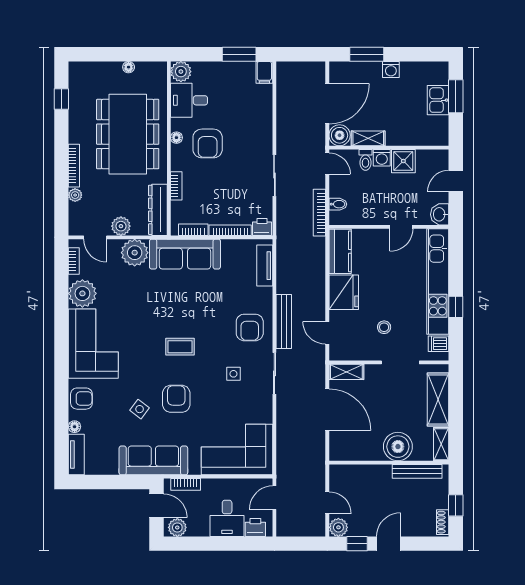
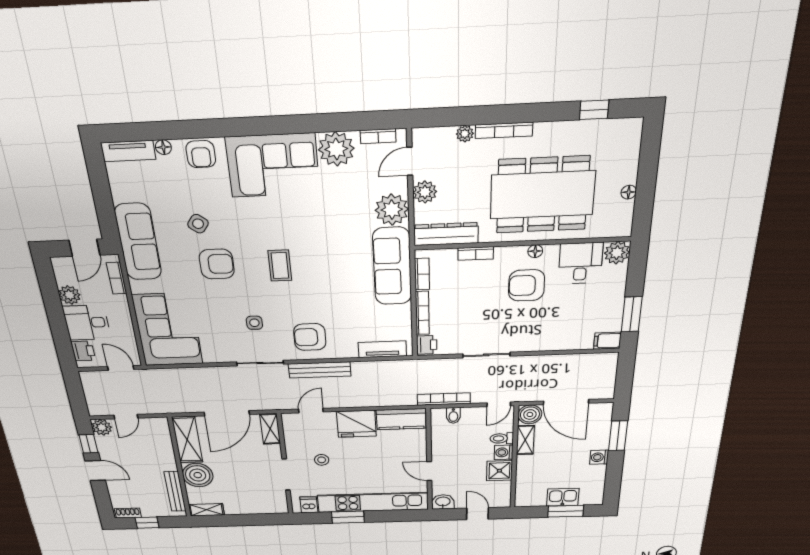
window: (456, 307) -> (348, 517), width x1.50
shelving: (438, 399) -> (187, 440), moved, turned 90
plant: (177, 527) -> (70, 295), moved

